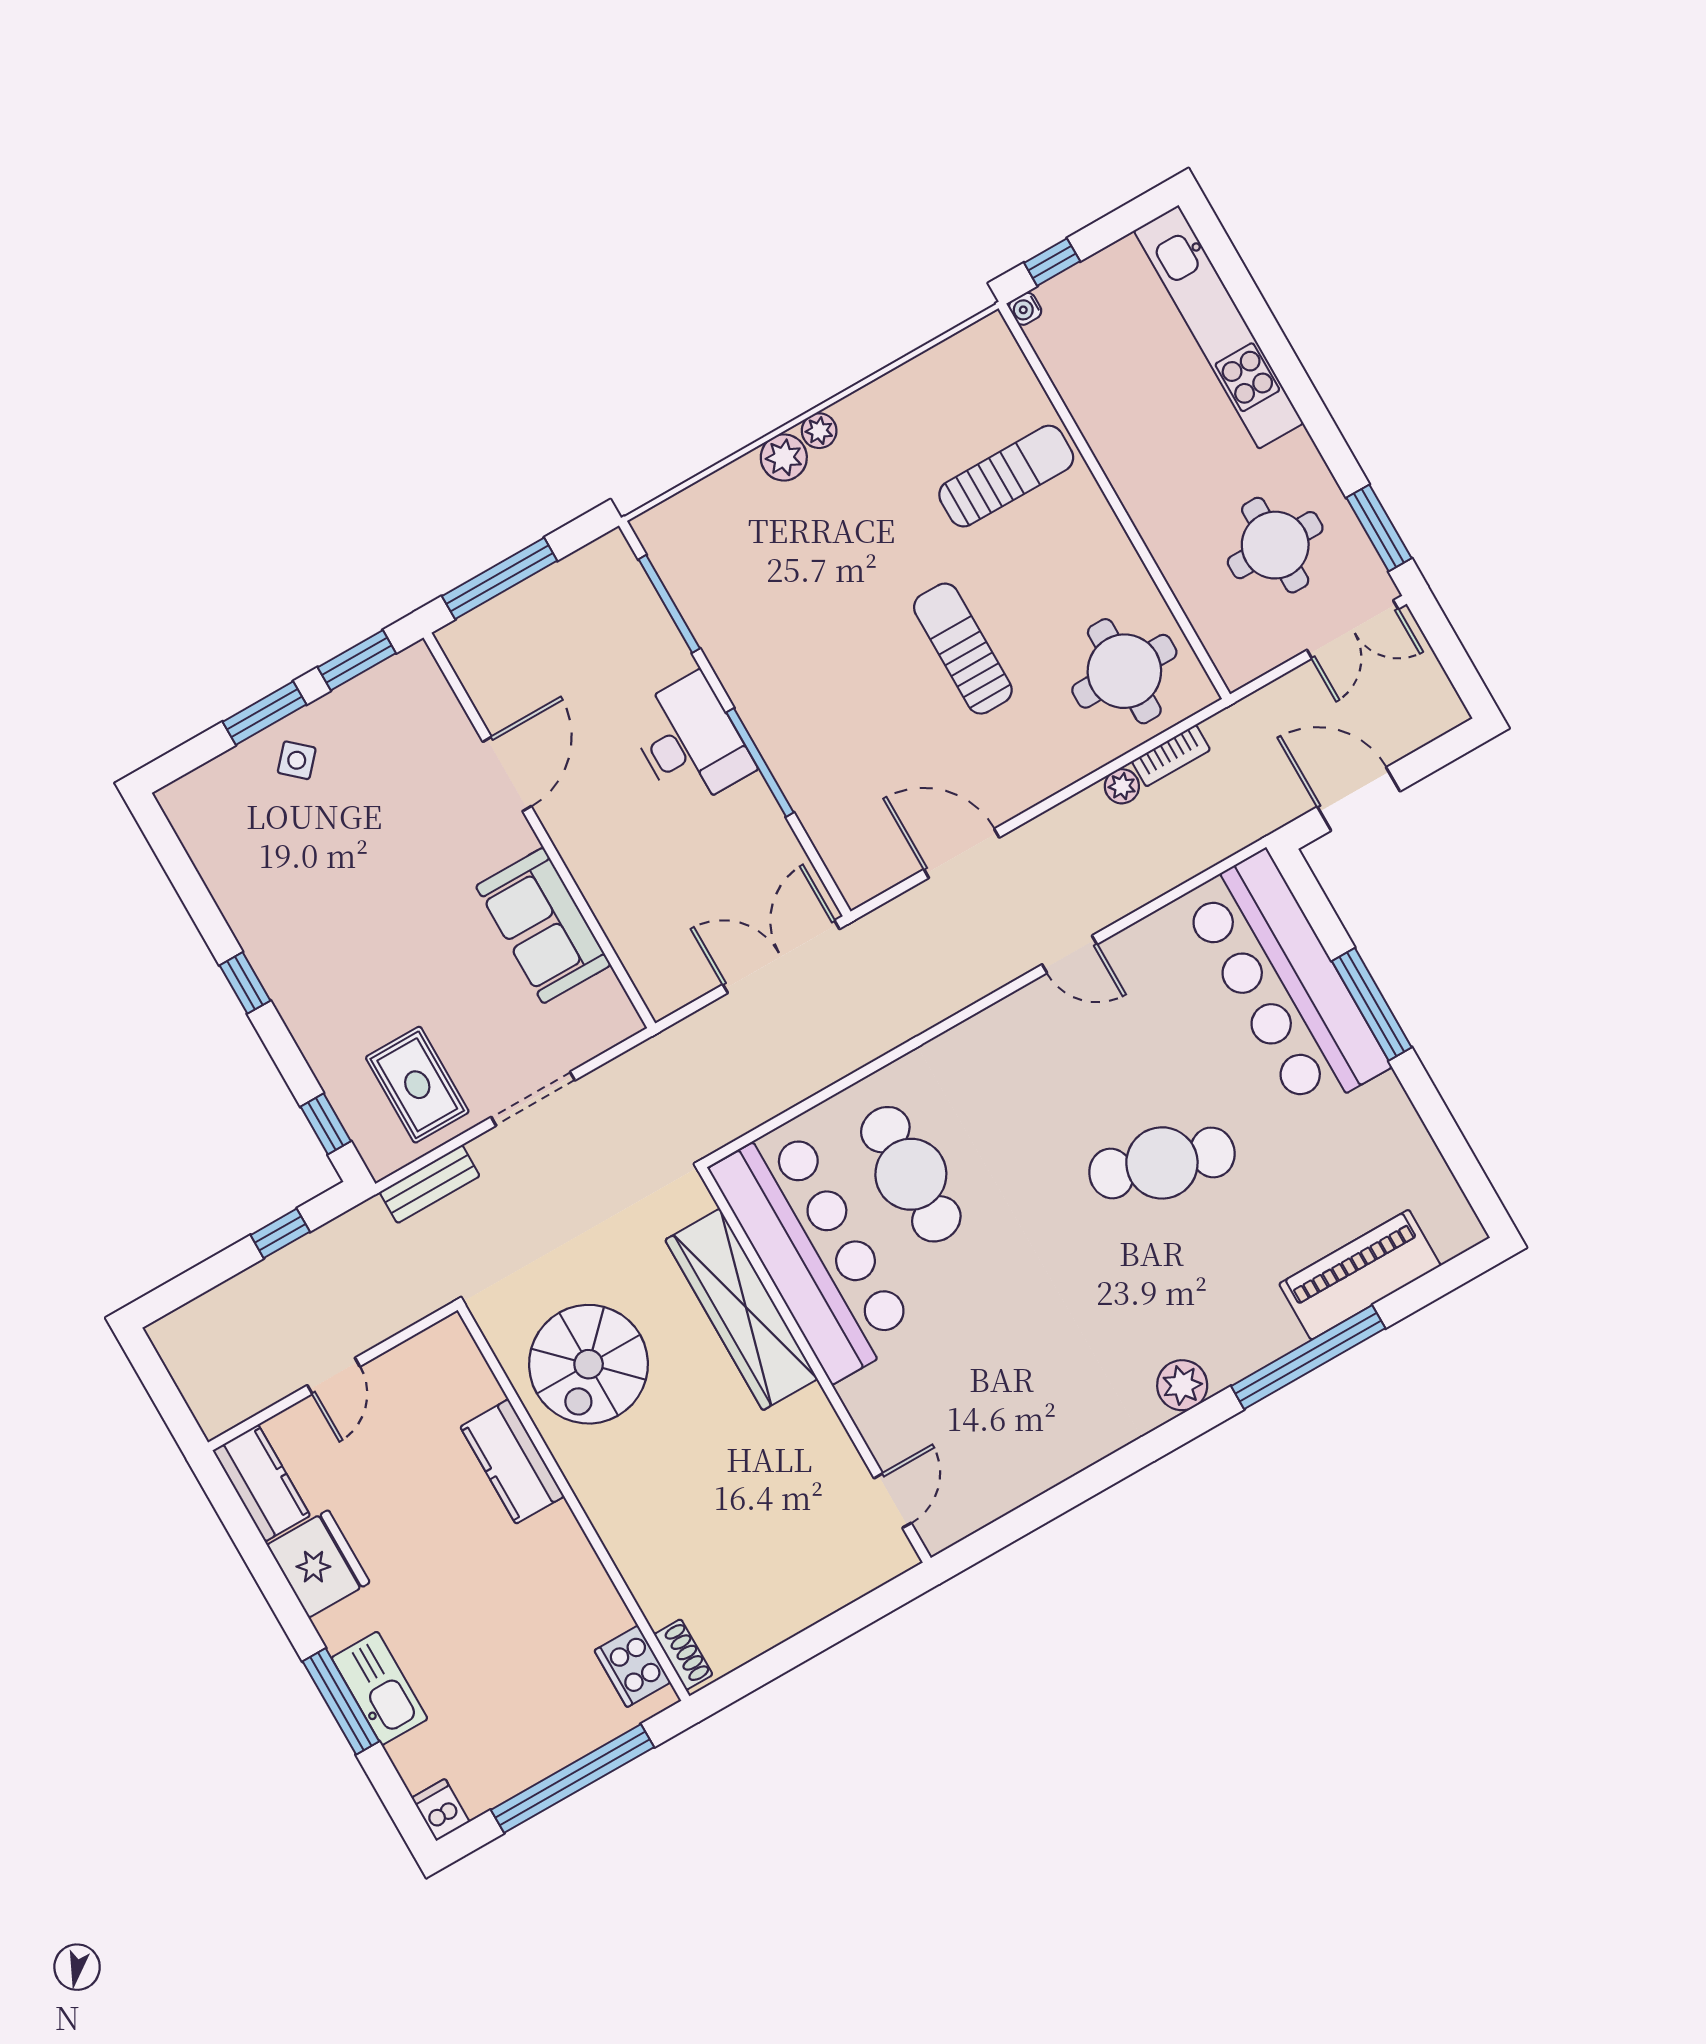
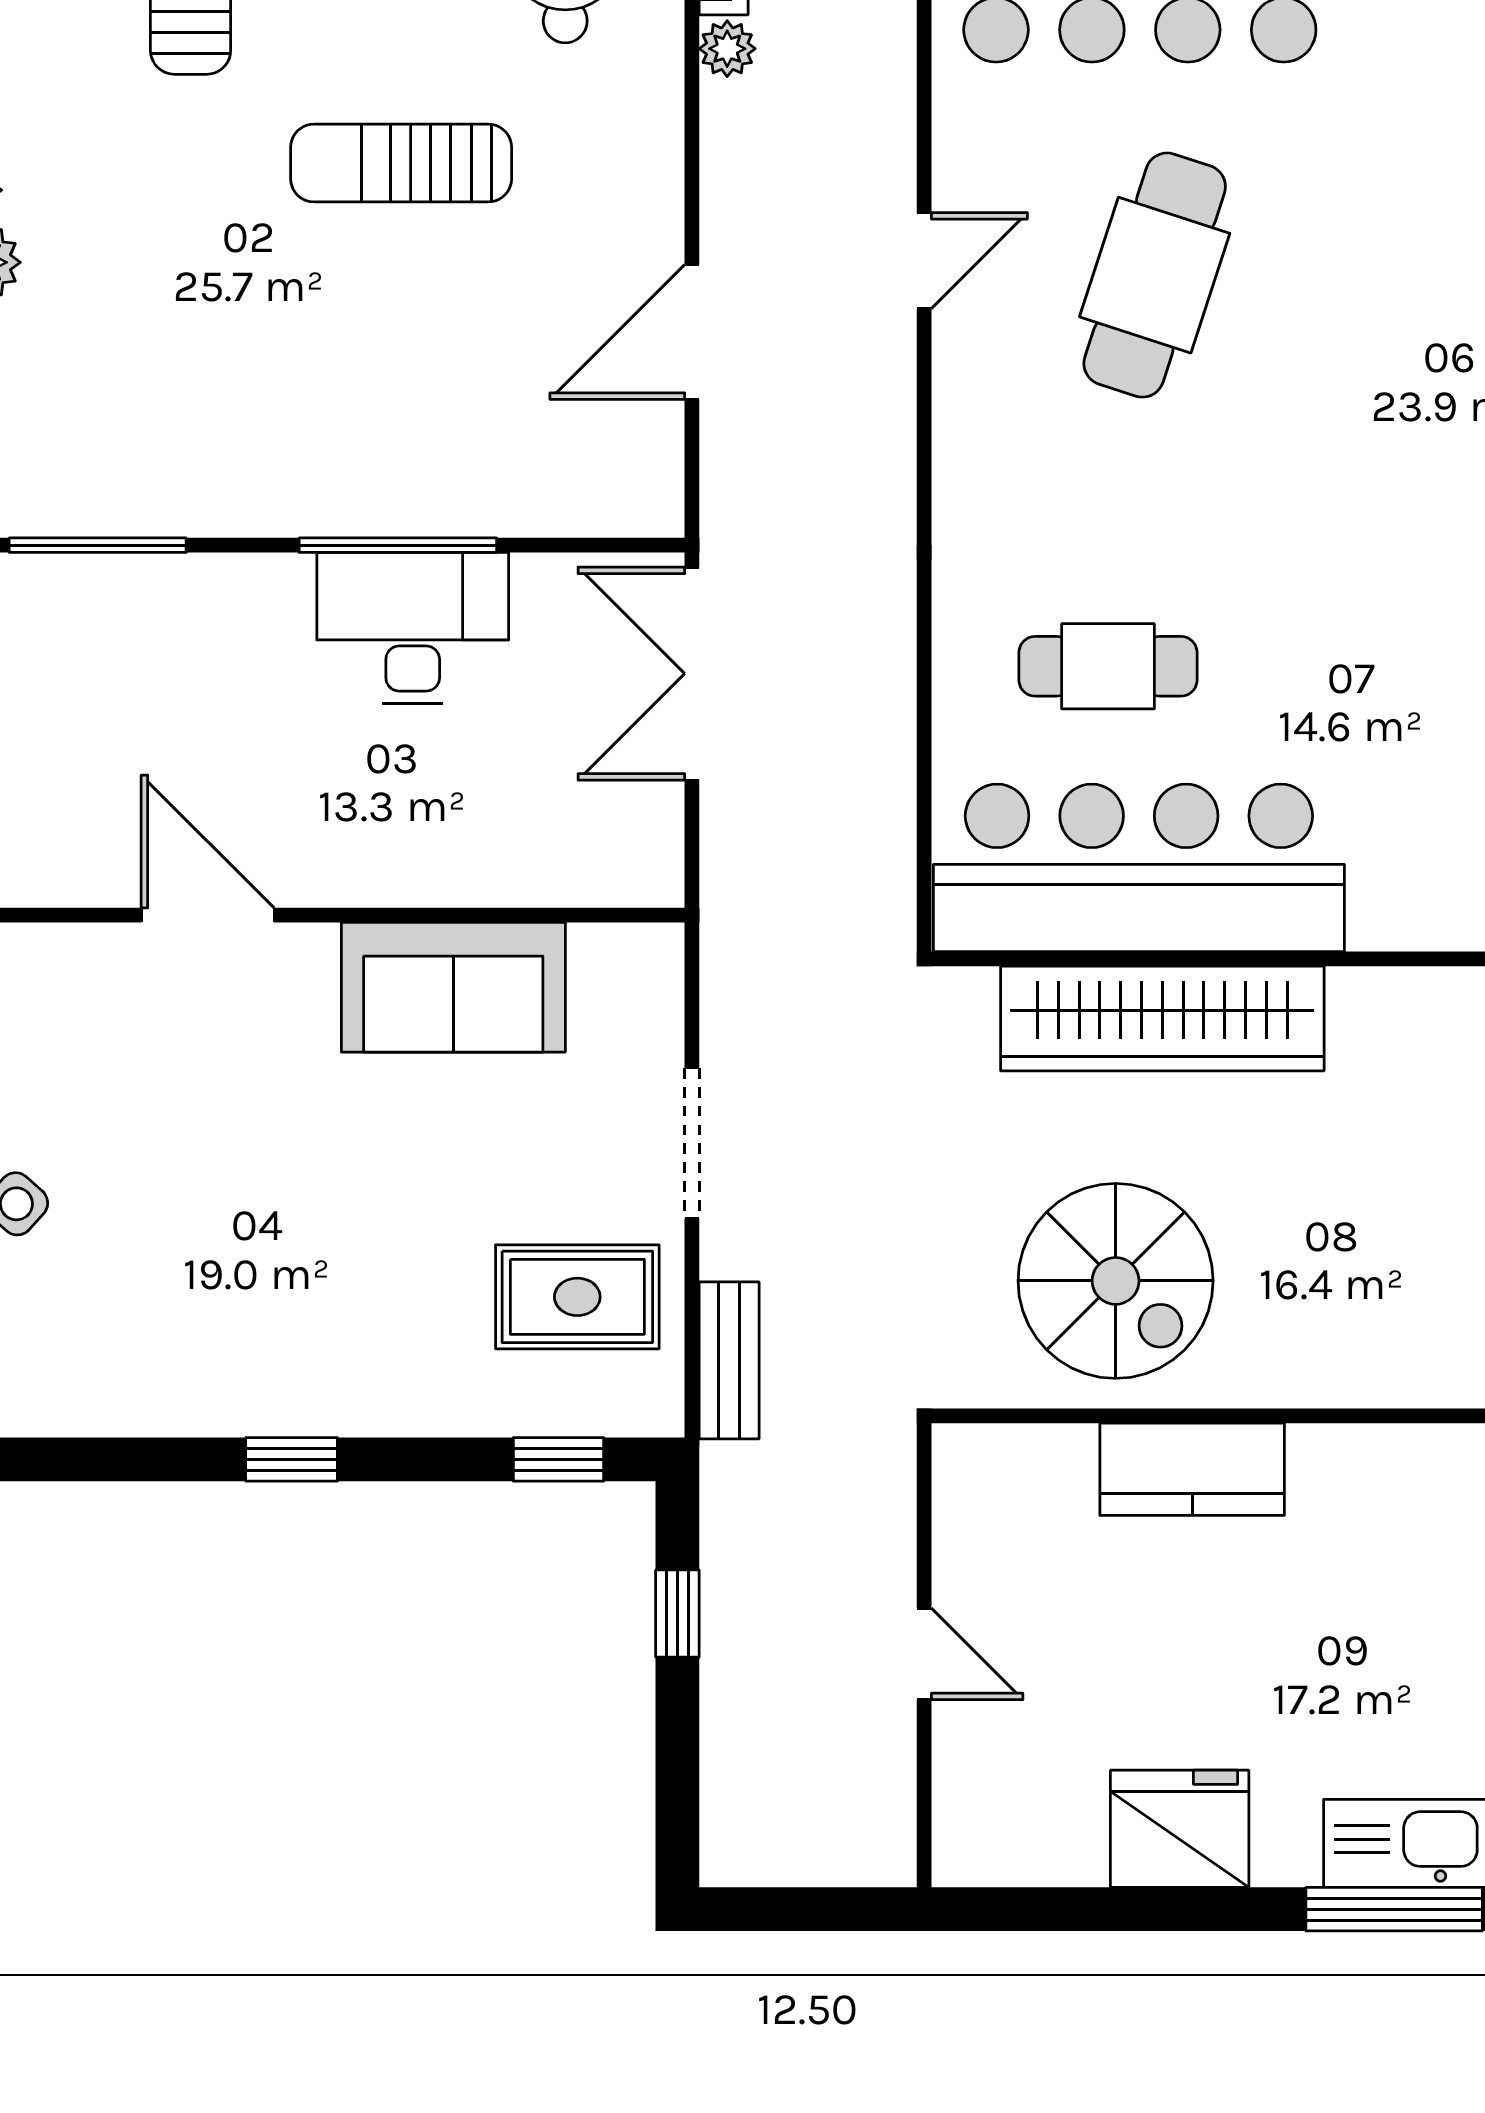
desk: (690, 741) -> (413, 628), moved
cafe table: (1162, 1163) -> (1155, 275), moved
cafe table: (911, 1174) -> (1108, 666), width x0.73, depth x0.74
kitchen counter: (261, 1483) -> (1018, 1844), removed

